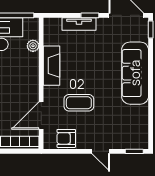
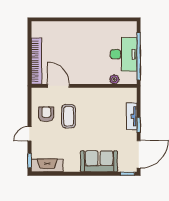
fireplace: (52, 66) -> (47, 165), moved, turned 180
sofa: (135, 73) -> (99, 161), width x0.73
armchair: (66, 138) -> (46, 114), moved

